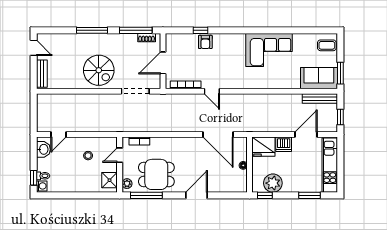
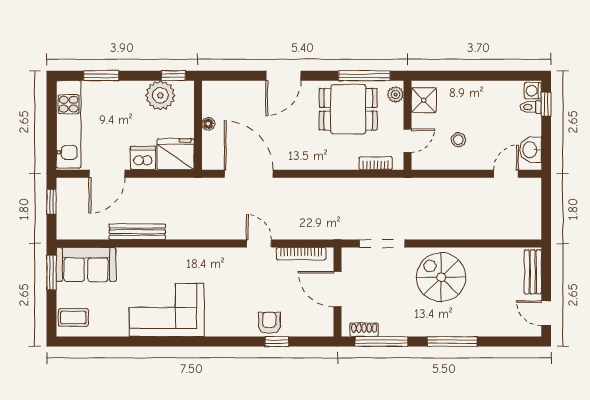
door: (163, 63) -> (338, 289), swing flipped
bench: (320, 98) -> (137, 232), moved

